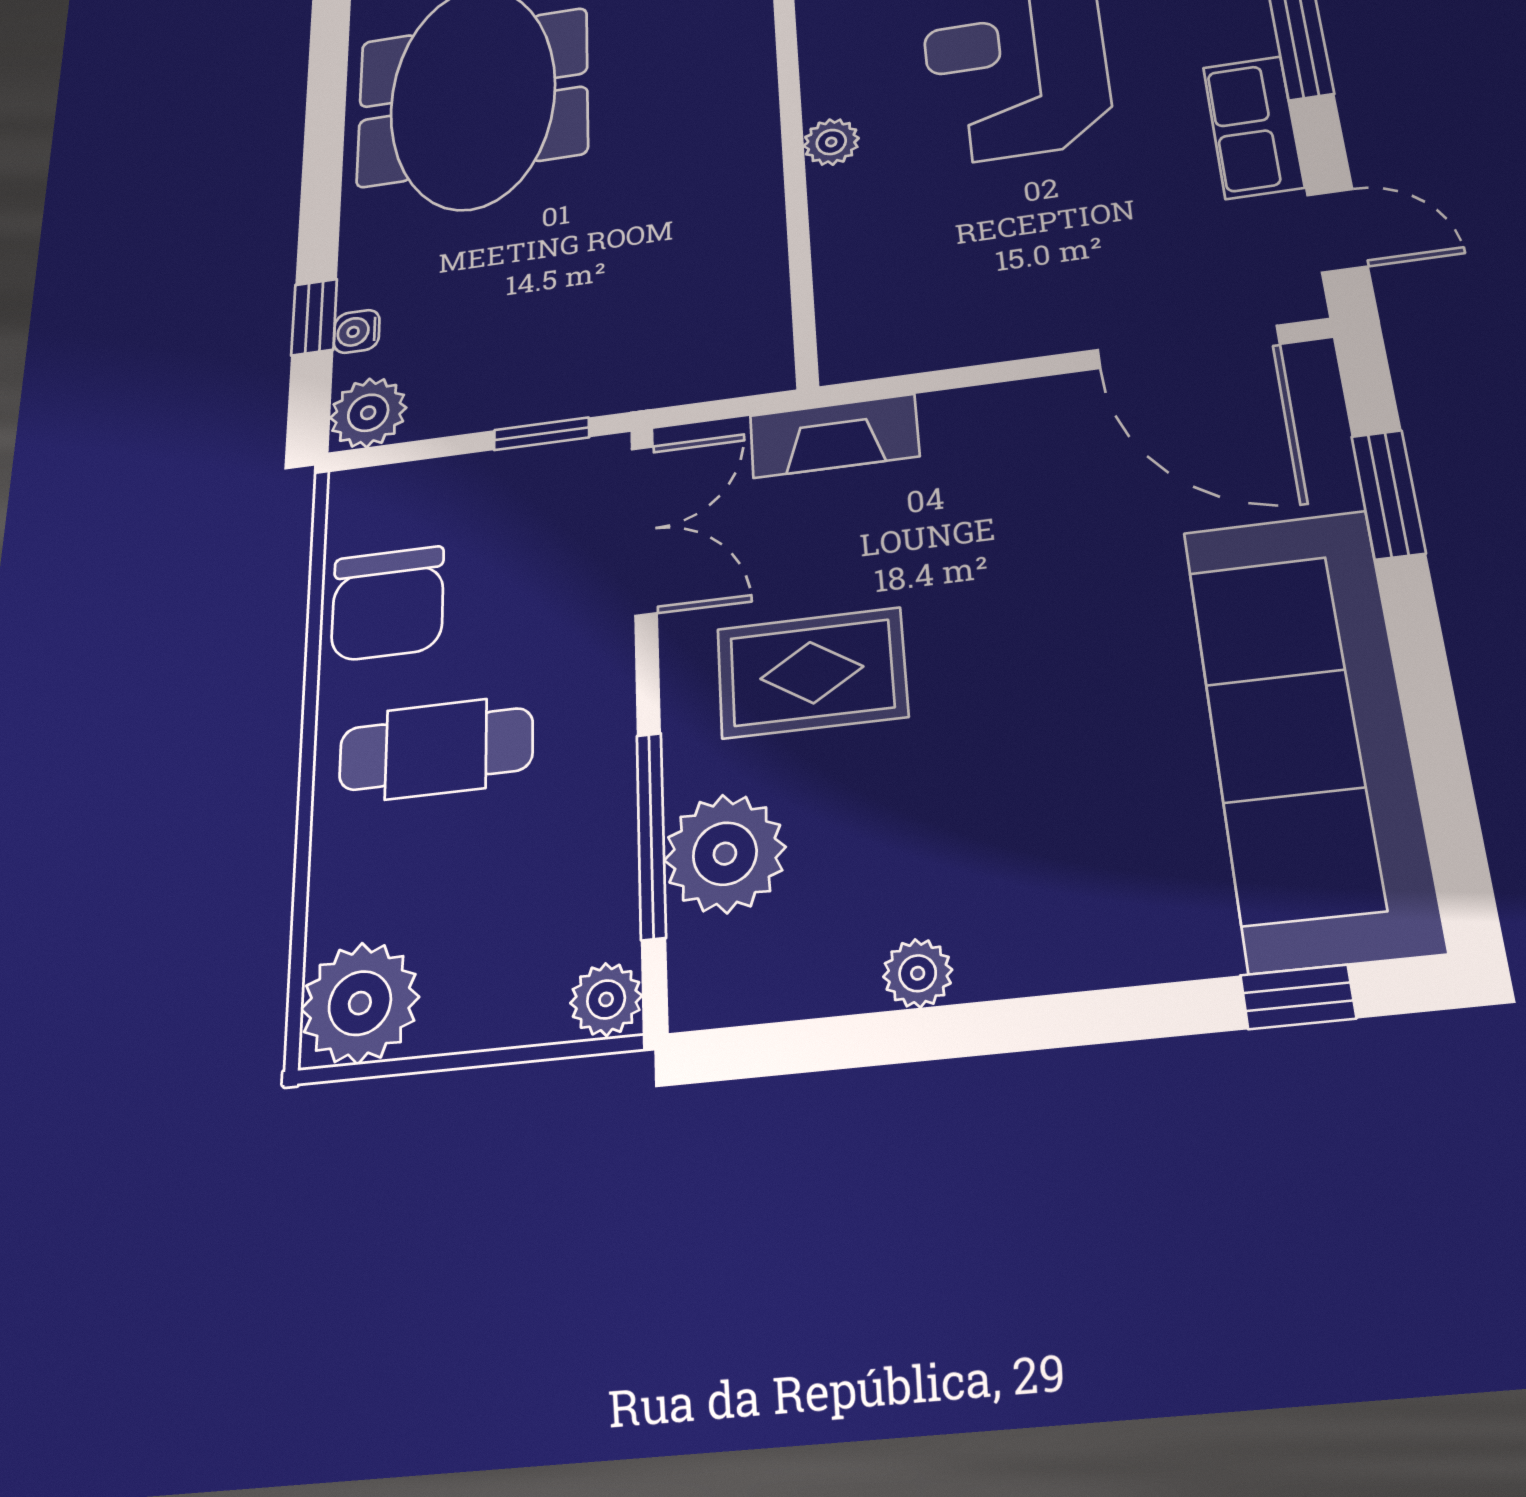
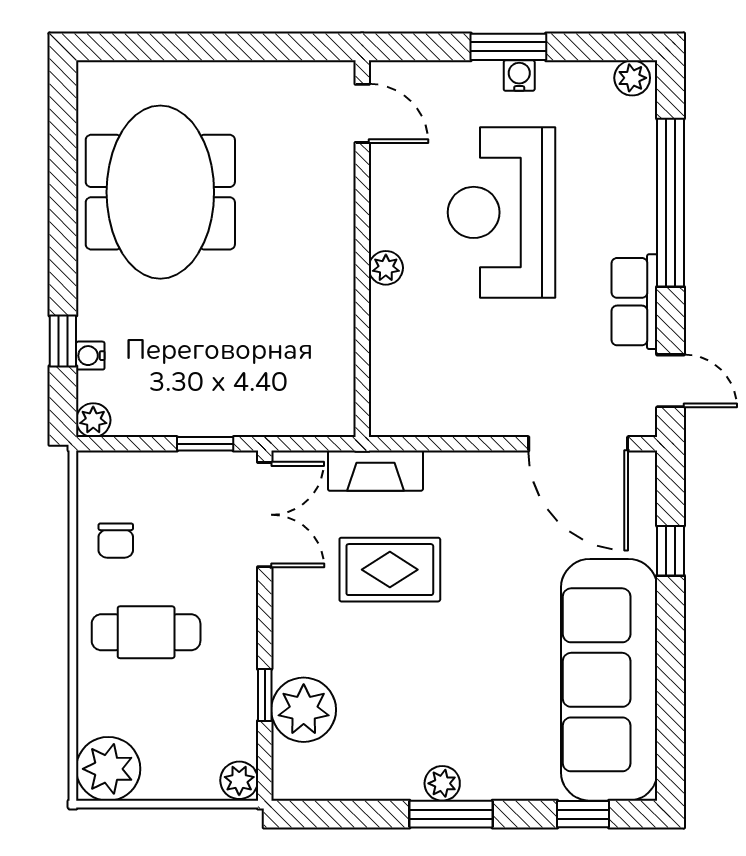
plant: (368, 413) -> (93, 420), width x0.73, depth x0.73
window: (1388, 494) -> (670, 551), width x0.67
chair: (388, 604) -> (116, 541), width x0.54, depth x0.54
rug: (812, 673) -> (390, 570), moved
window: (651, 835) -> (265, 695), width x0.46
plant: (918, 973) -> (442, 783), moved
window: (1026, 1024) -> (451, 814), added

